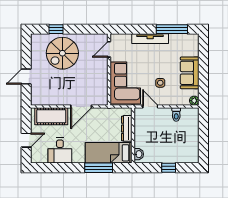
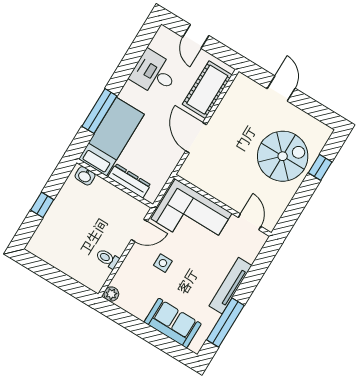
spiral stairs: (62, 53) -> (283, 156), turned 90
sofa: (190, 73) -> (173, 323), moved

